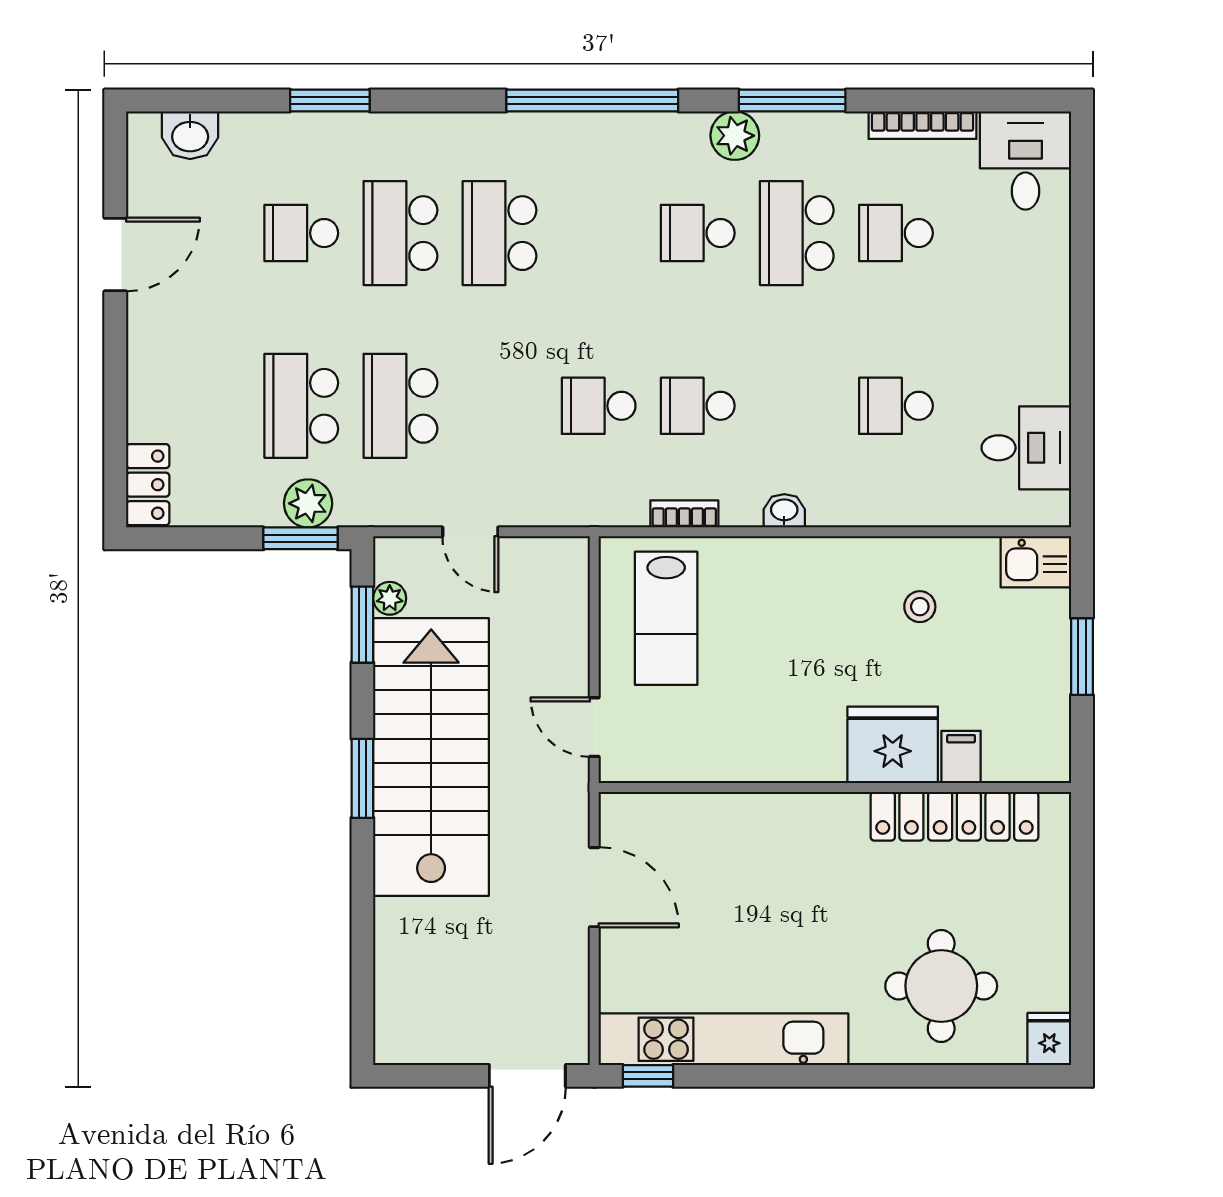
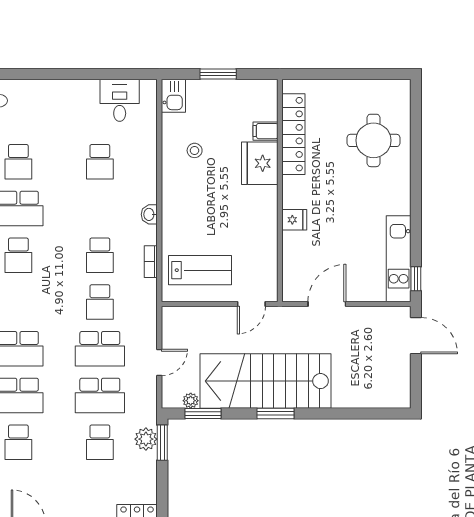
school desk: (301, 406) -> (100, 442), width x0.54
school desk: (500, 406) -> (100, 349), added
kitchen unit: (723, 1039) -> (399, 259), width x0.73
fridge: (1049, 1039) -> (294, 220), moved, turned 180

